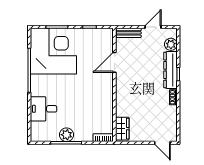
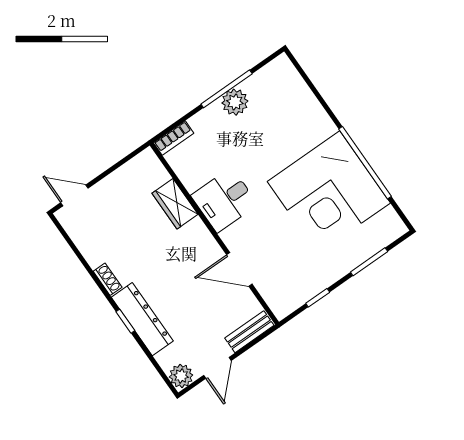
plant: (171, 44) -> (181, 376), moved
corner desk: (53, 51) -> (329, 192), moved
door: (114, 62) -> (239, 269), swing flipped
desk: (44, 109) -> (224, 200), moved, turned 180
wardrobe: (122, 129) -> (175, 204), moved

